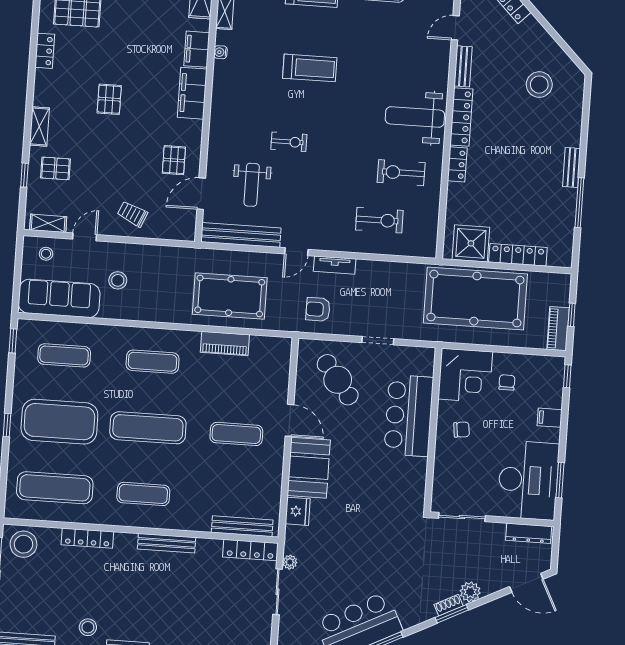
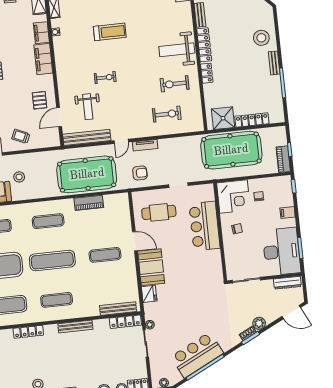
stool: (539, 85) -> (261, 38), moved
pool table: (230, 296) -> (87, 174), width x1.36, depth x1.32
armchair: (318, 309) -> (140, 173), turned 180
cafe table: (338, 380) -> (159, 212), turned -52

